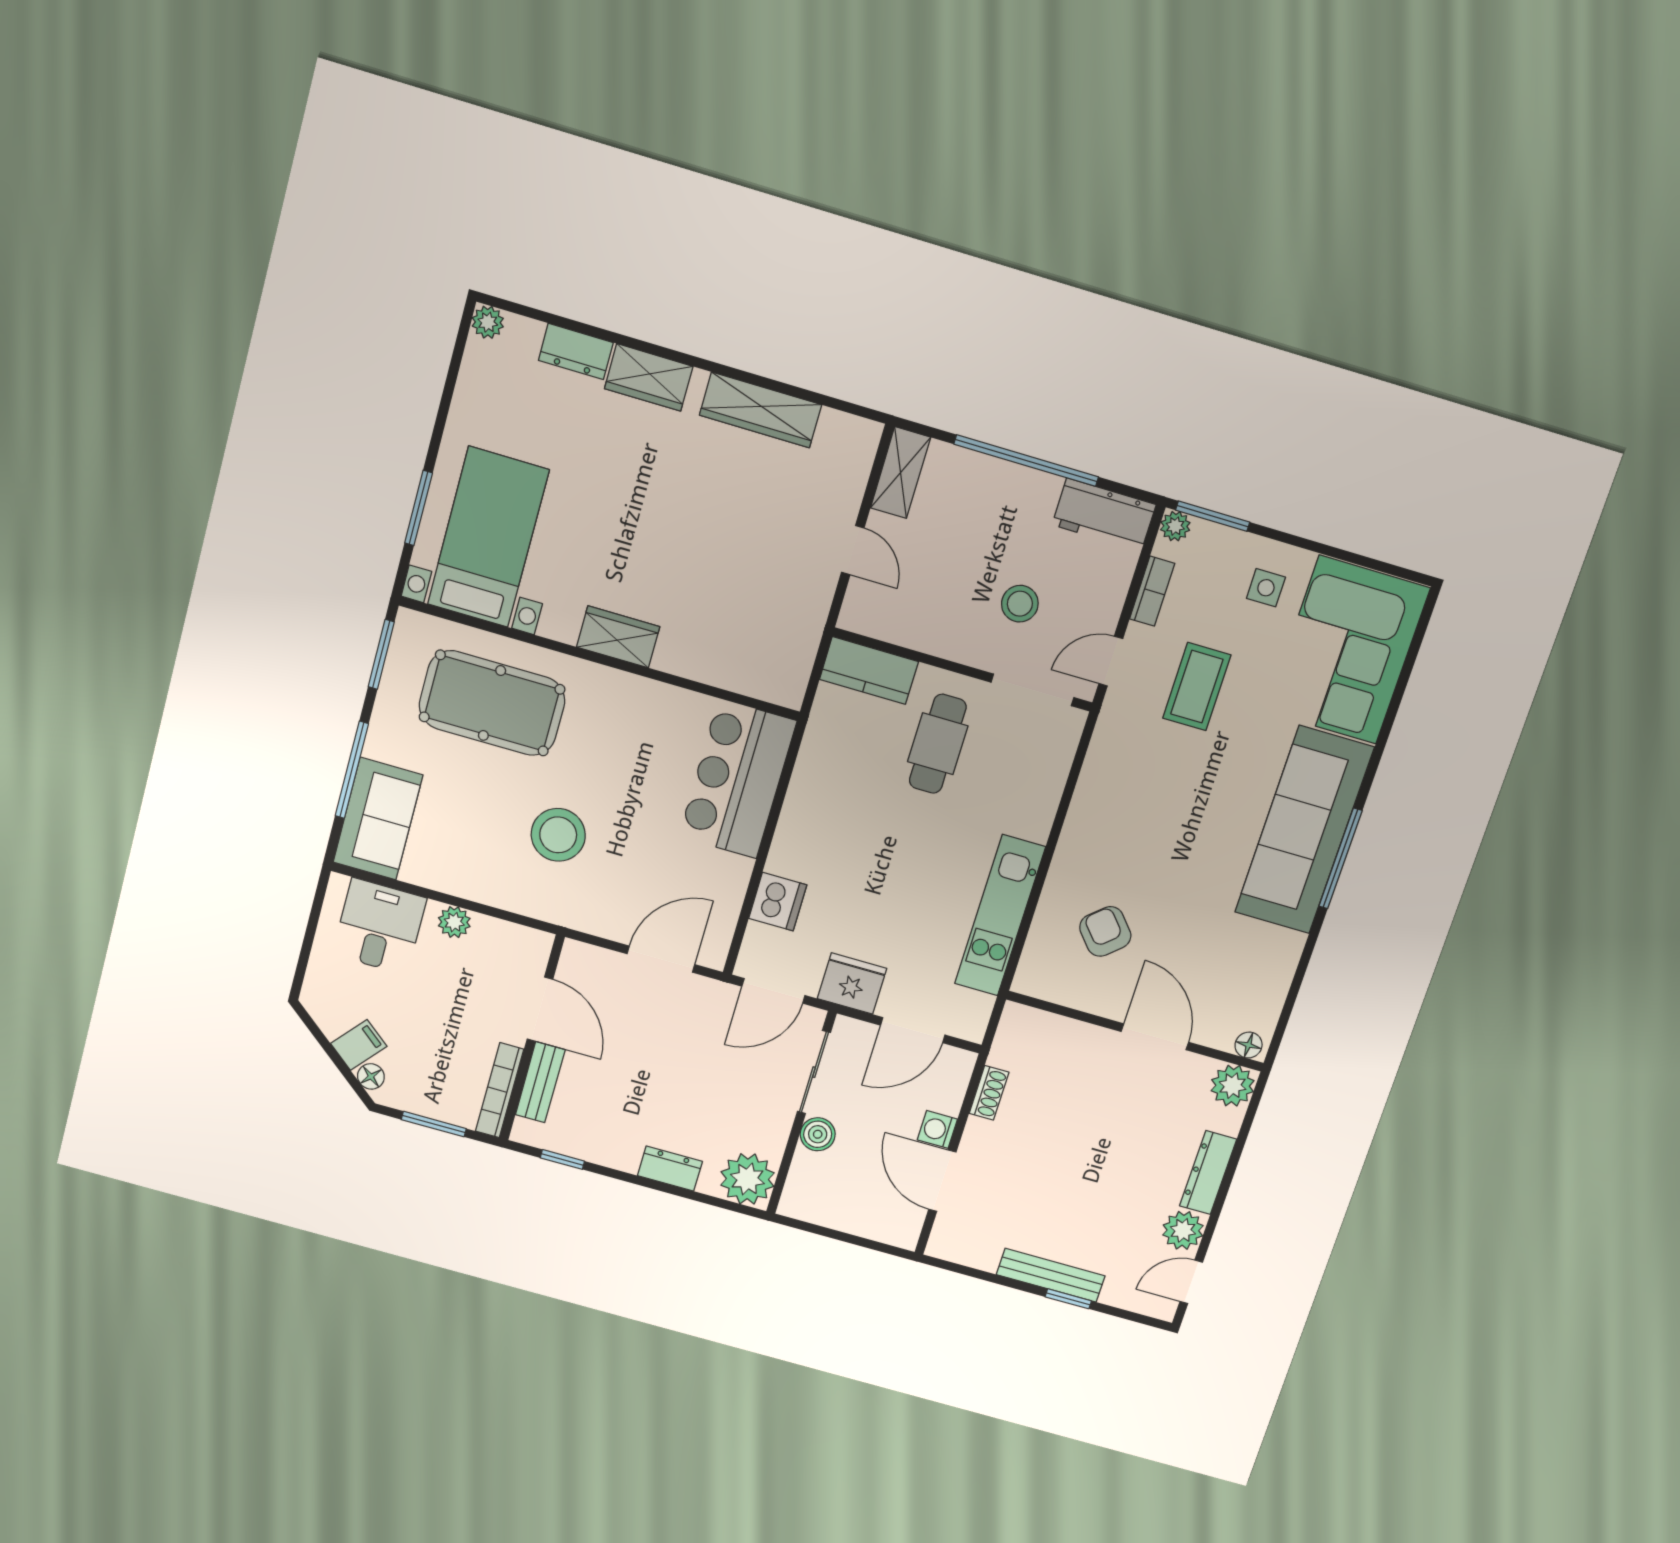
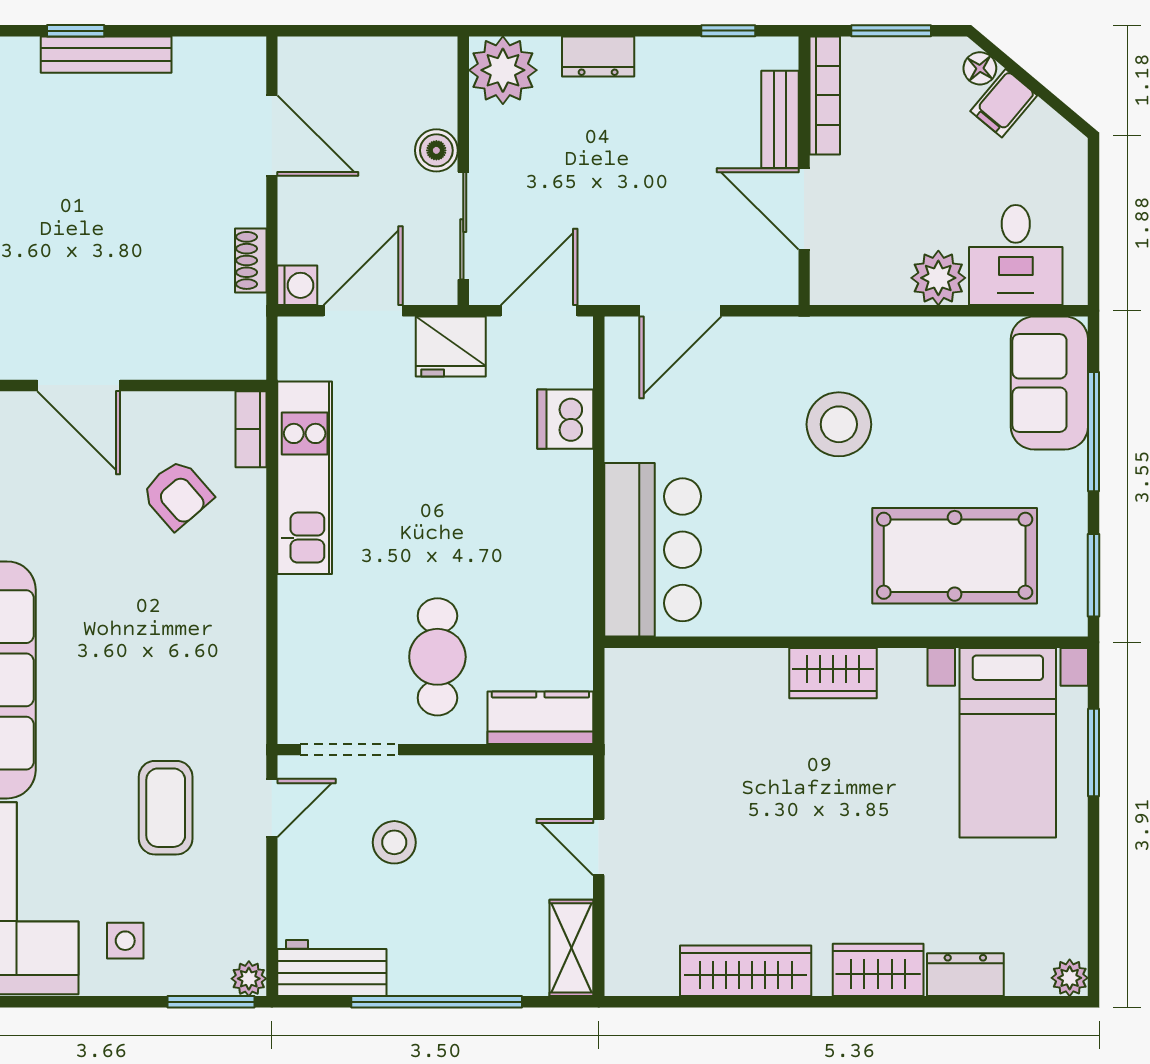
bookcase: (1152, 591) -> (251, 429), moved
plant: (454, 922) -> (938, 278), width x1.38, depth x1.38
washing machine: (937, 1129) -> (297, 285), moved

